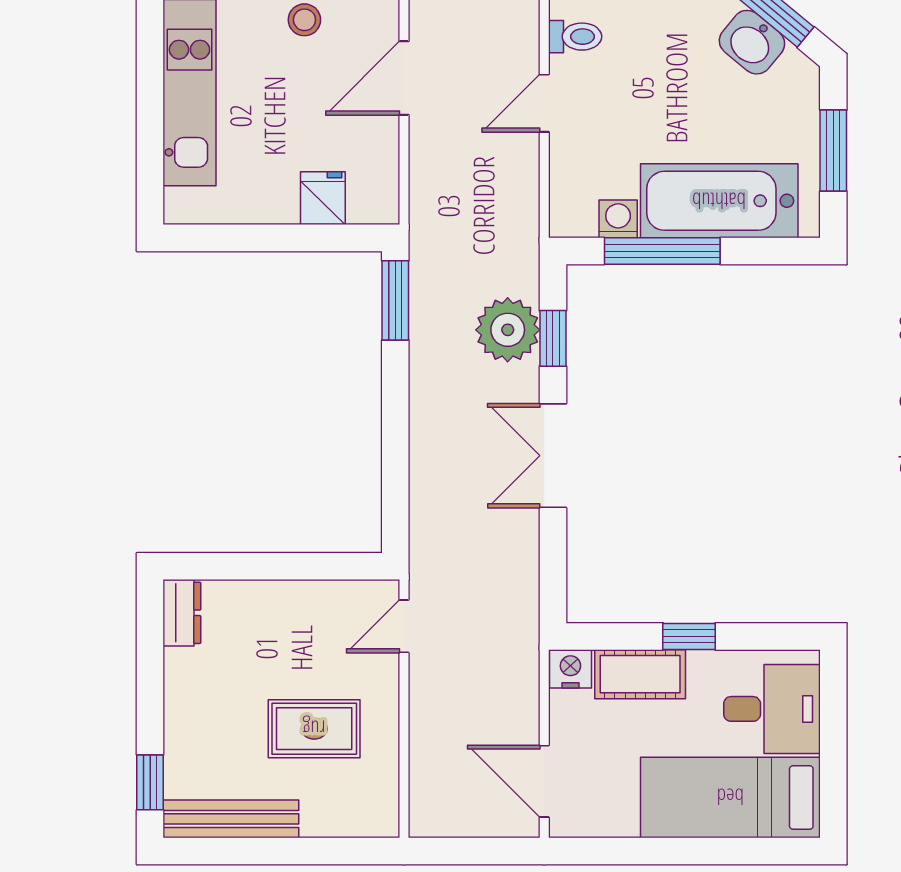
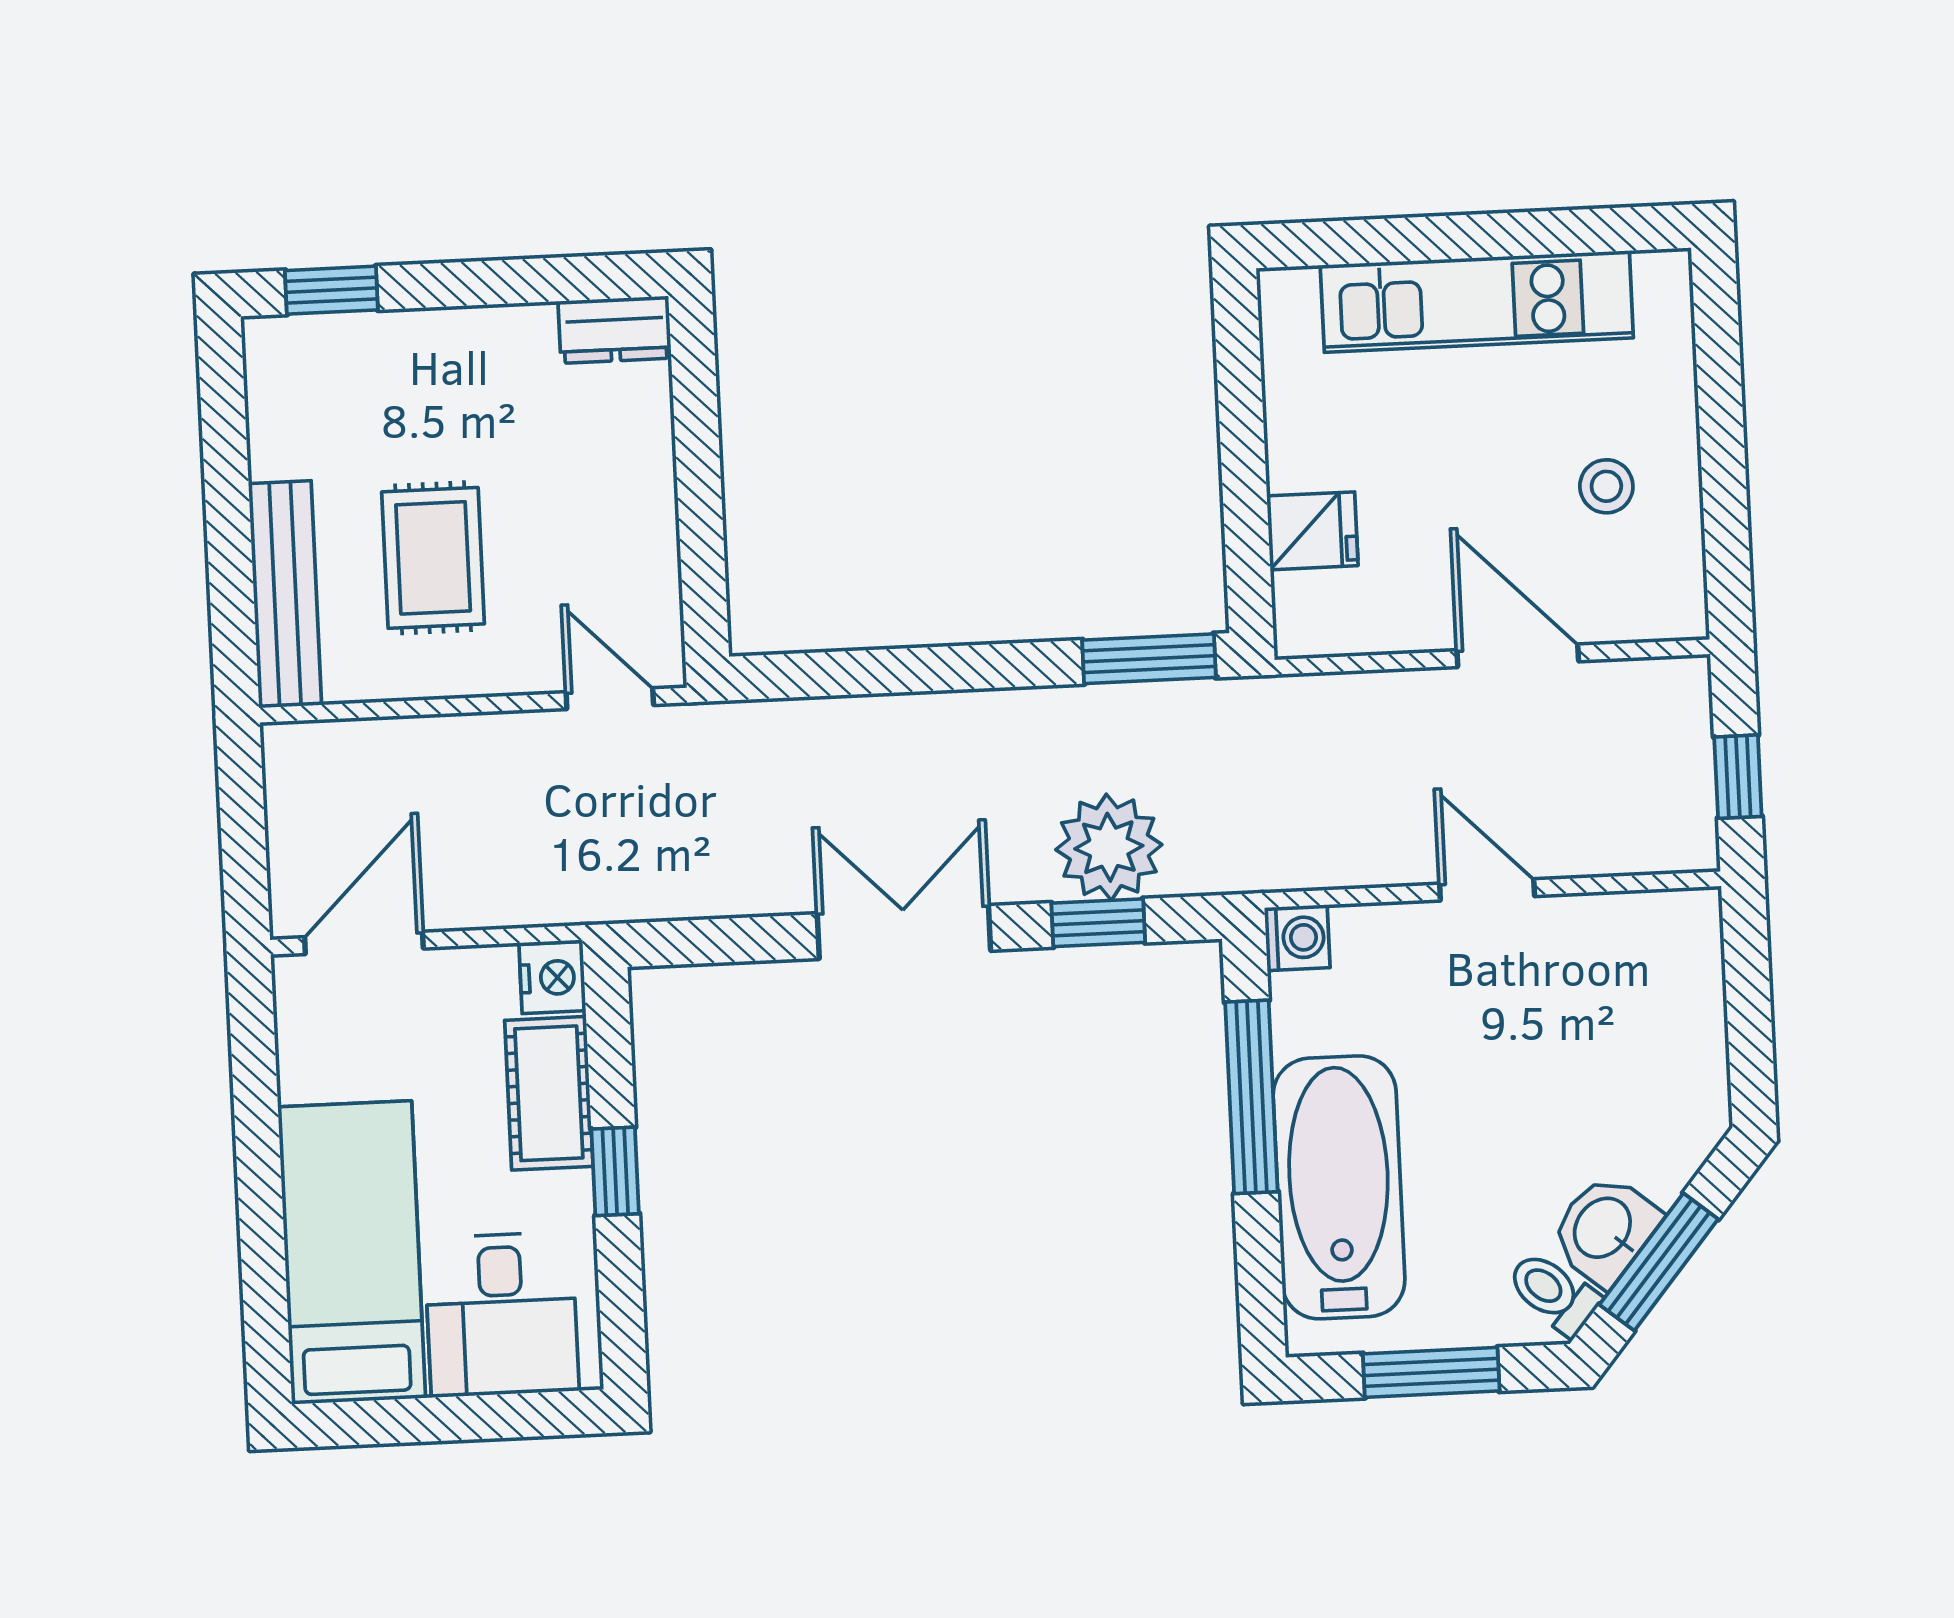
toilet: (575, 37) -> (1553, 1293), moved, turned 130
washing machine: (618, 219) -> (1297, 938), moved
bench: (231, 819) -> (285, 594), moved

